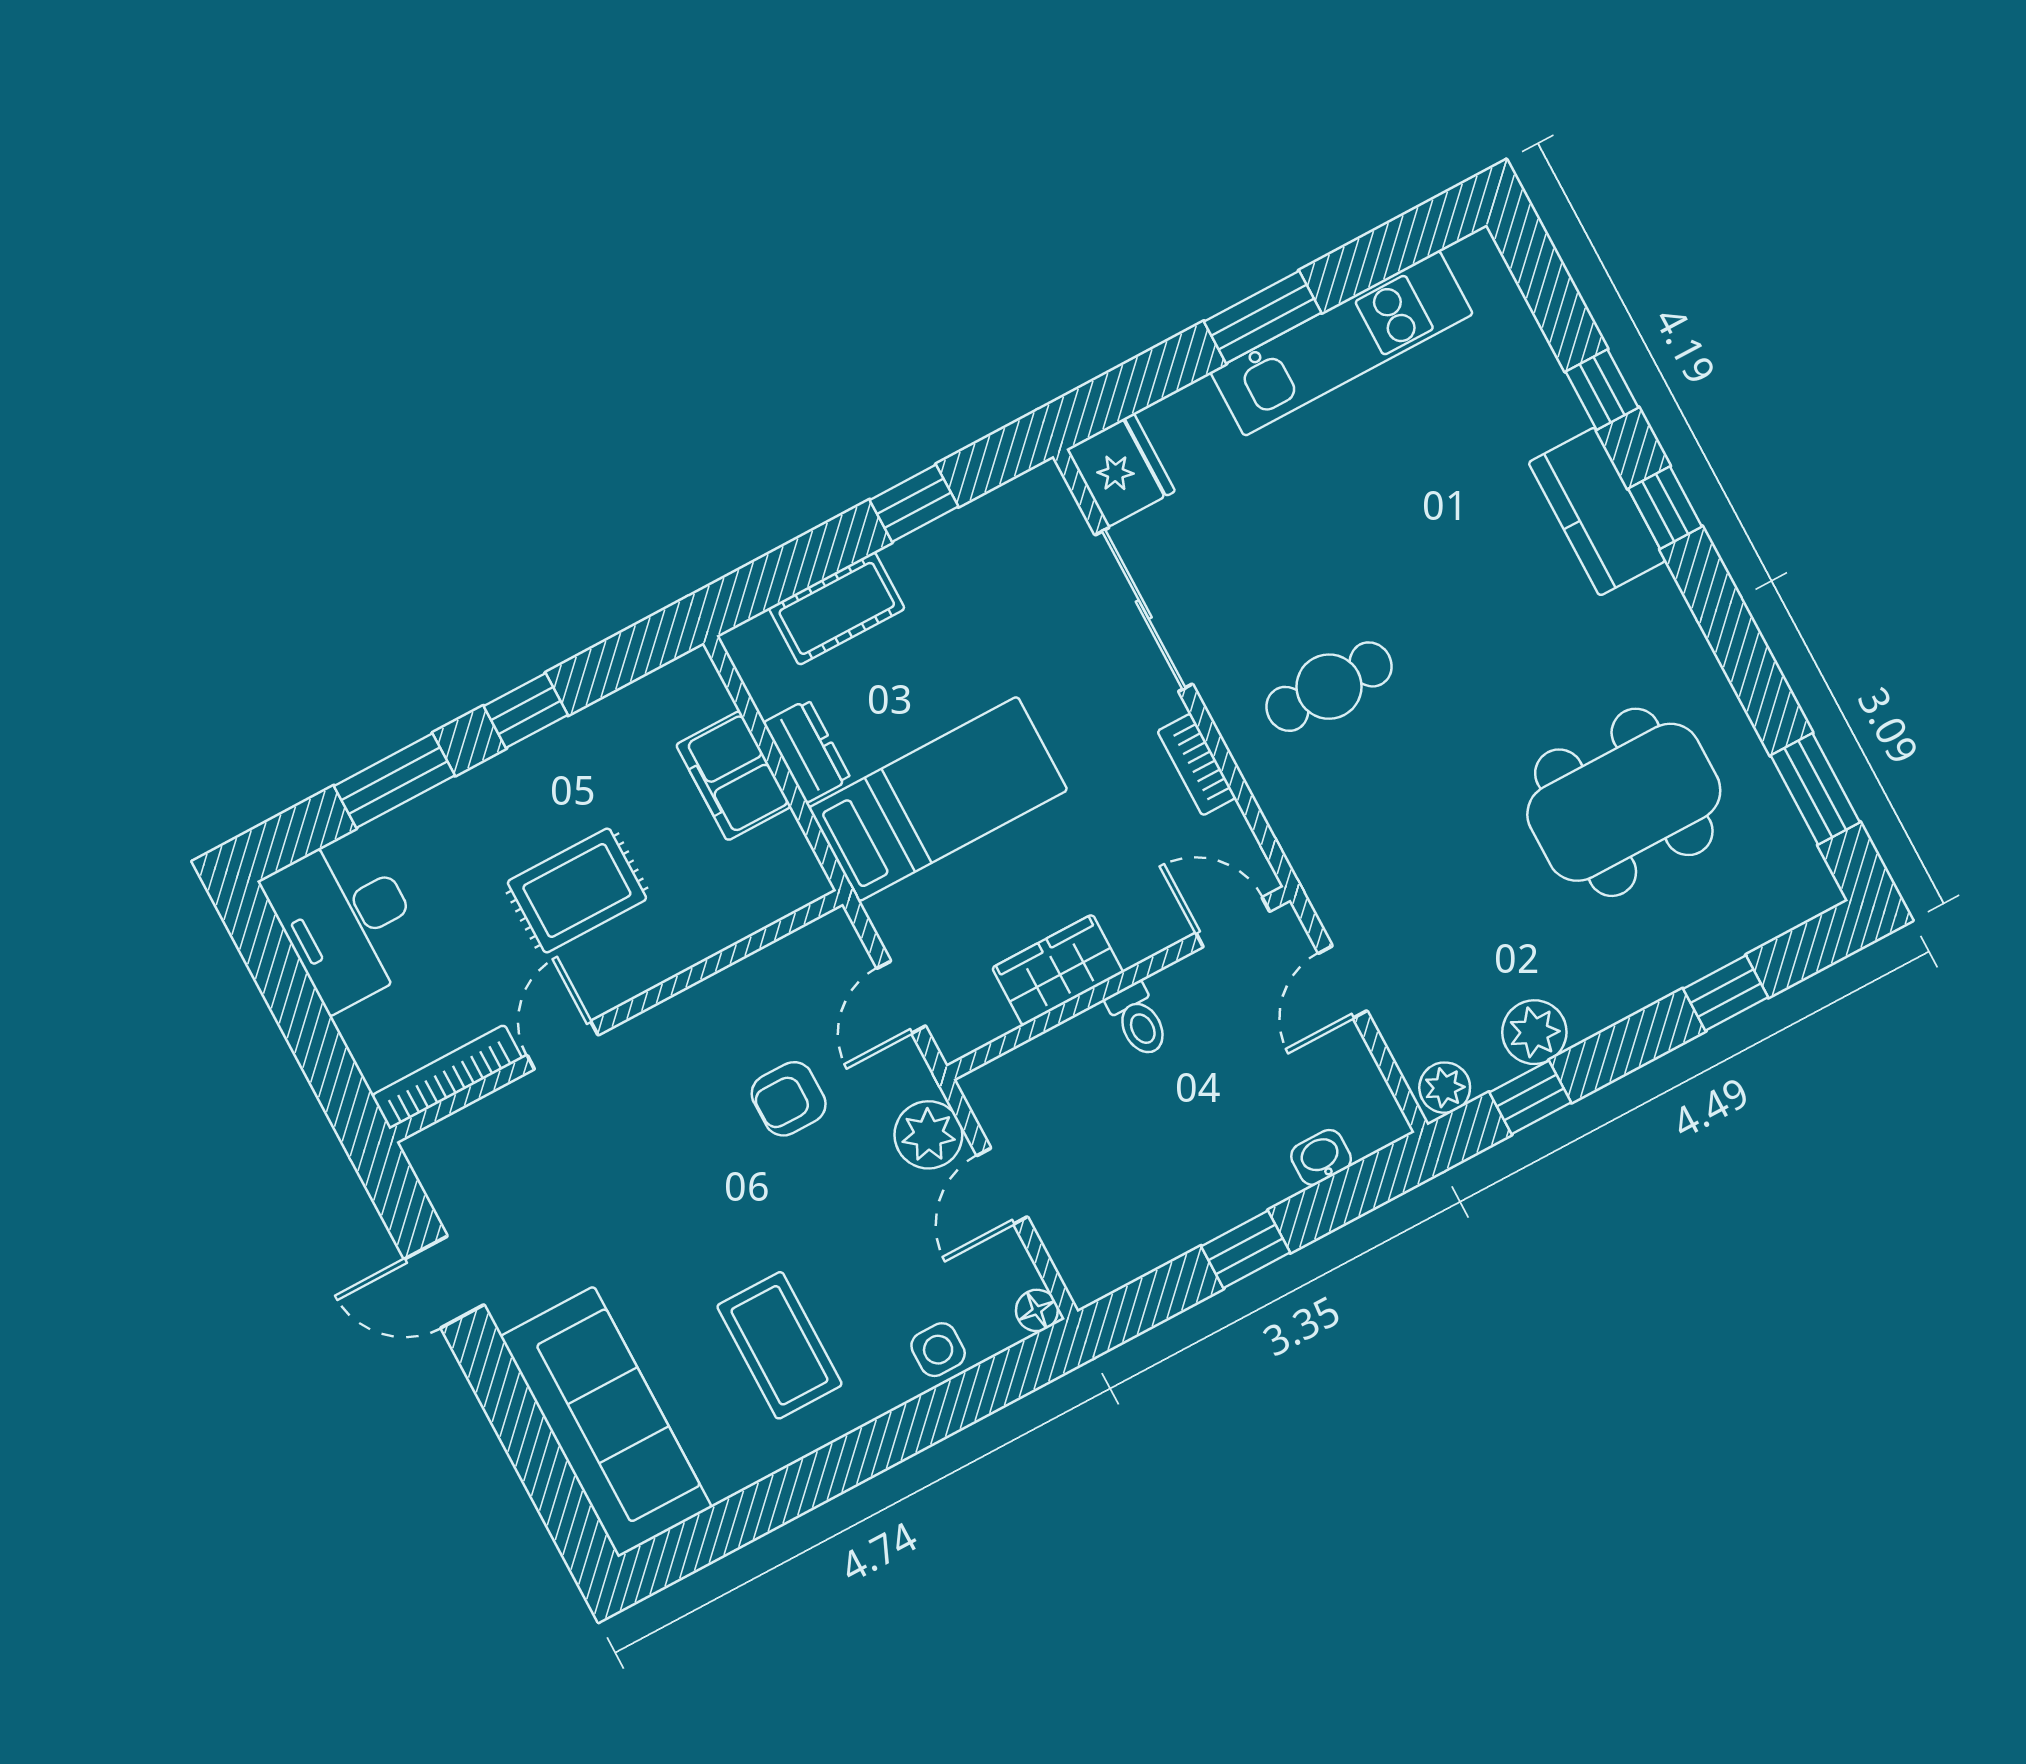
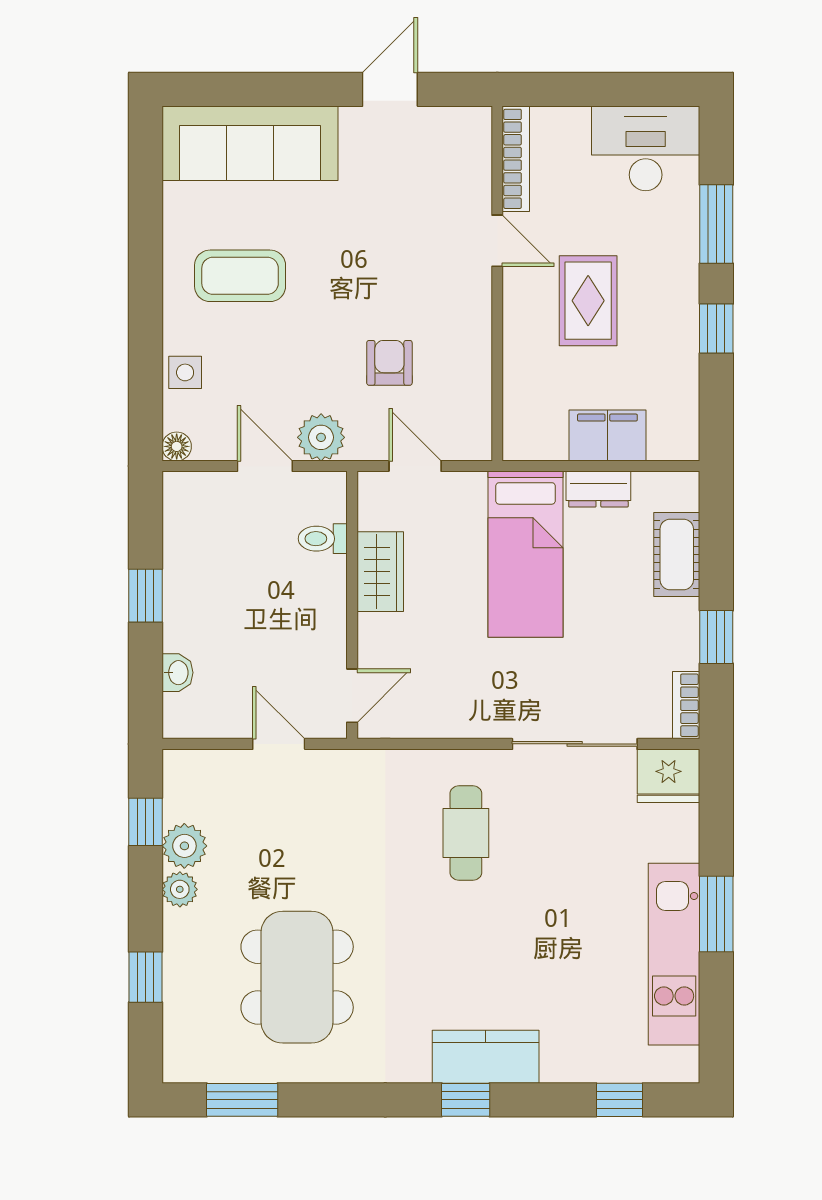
window: (1602, 390) -> (620, 1100), moved
bookcase: (1197, 764) -> (686, 705), moved, turned -90
toilet: (1138, 1020) -> (323, 539), moved
plant: (1445, 1088) -> (180, 889), moved

